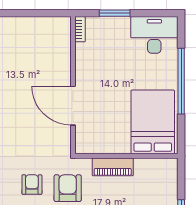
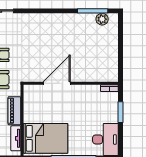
tv unit: (153, 165) -> (16, 138), added

